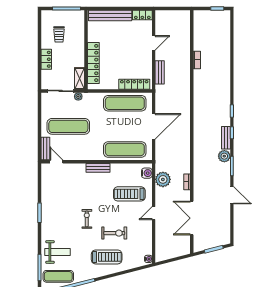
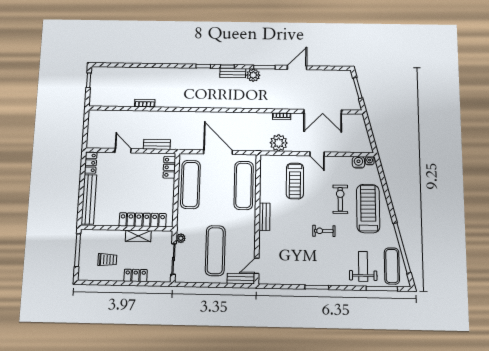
shelving: (80, 79) -> (138, 236), moved
locker: (134, 84) -> (169, 167), width x0.66
water cooler: (147, 173) -> (358, 162), moved
treadmill: (107, 257) -> (368, 209), width x1.37, depth x1.38

